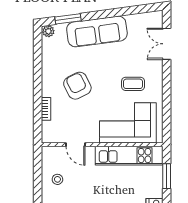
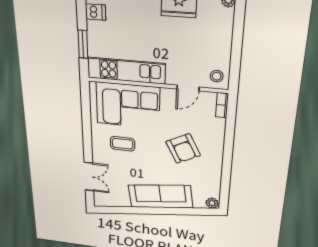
window: (68, 19) -> (190, 211), removed
bookcase: (46, 109) -> (222, 105), moved
door: (75, 145) -> (188, 88), swing flipped
stool: (57, 179) -> (217, 76), moved

